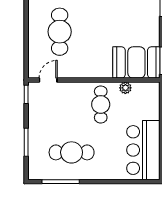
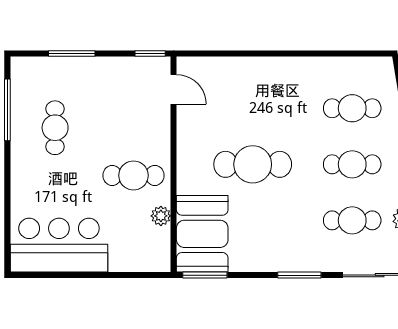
cafe table: (60, 32) -> (253, 164), moved
cafe table: (72, 152) -> (55, 128), width x0.73, depth x0.74

